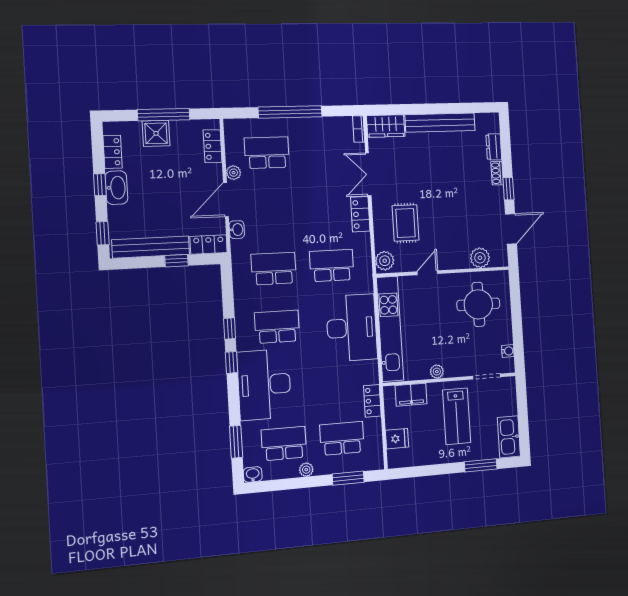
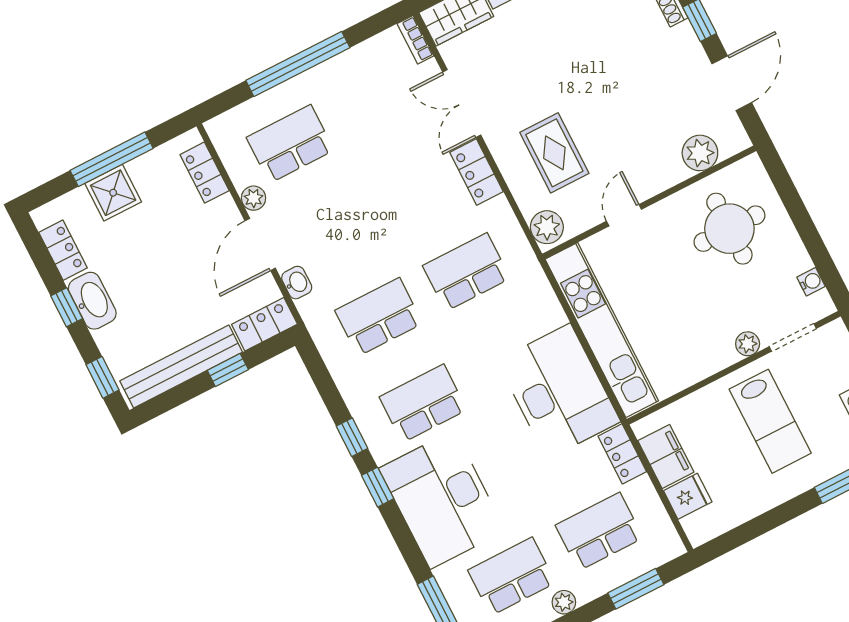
desk: (352, 328) -> (559, 391), moved
plant: (437, 372) -> (748, 344), moved
filing cabinet: (411, 395) -> (666, 456), moved, turned -90

